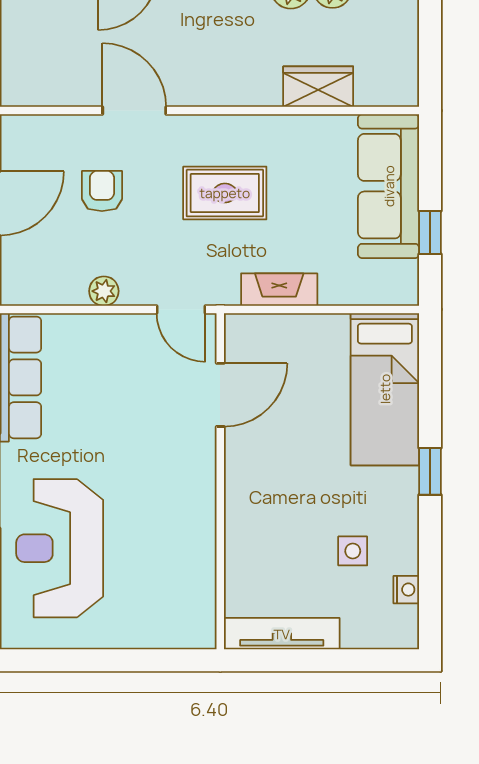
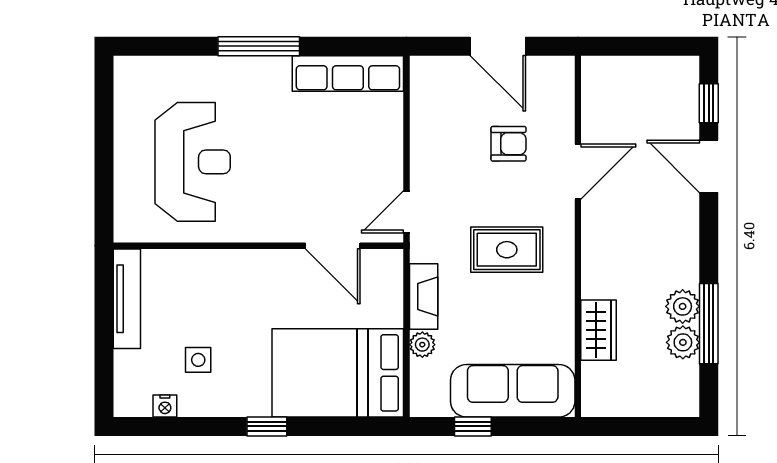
rug: (225, 193) -> (507, 250), turned 90
plant: (104, 291) -> (422, 345), moved
bed: (385, 389) -> (338, 373), width x1.50
reception desk: (60, 548) -> (193, 162), moved, turned 90

